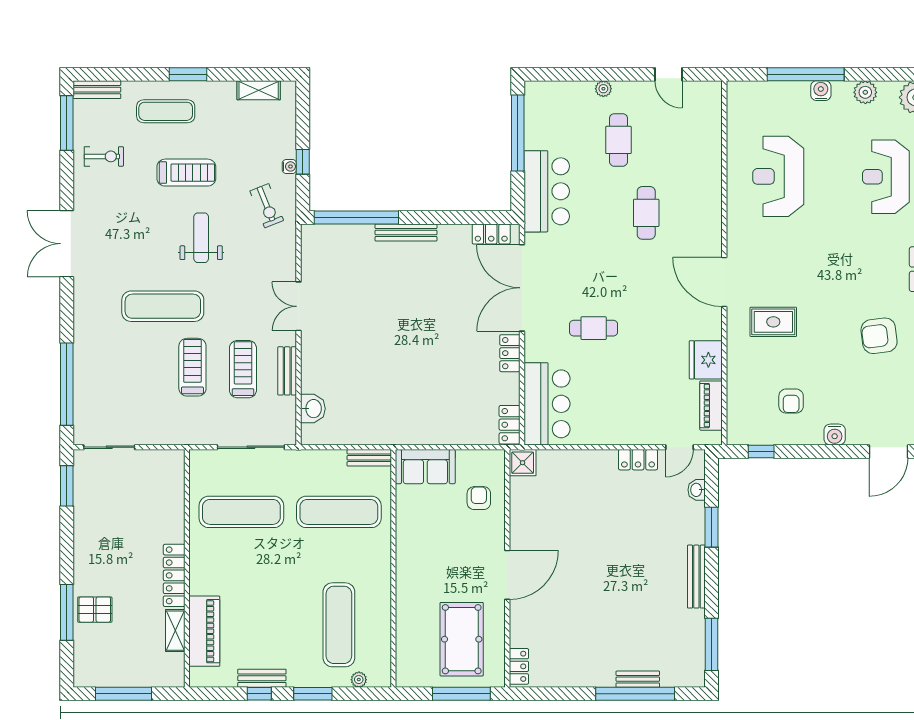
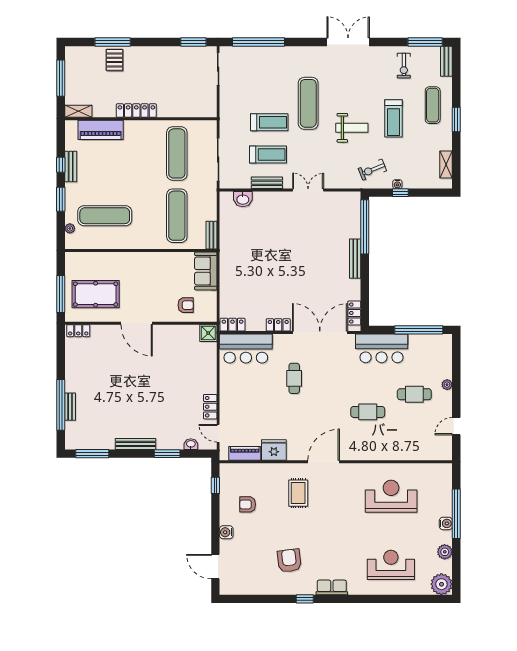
shelving: (175, 631) -> (78, 111), moved

